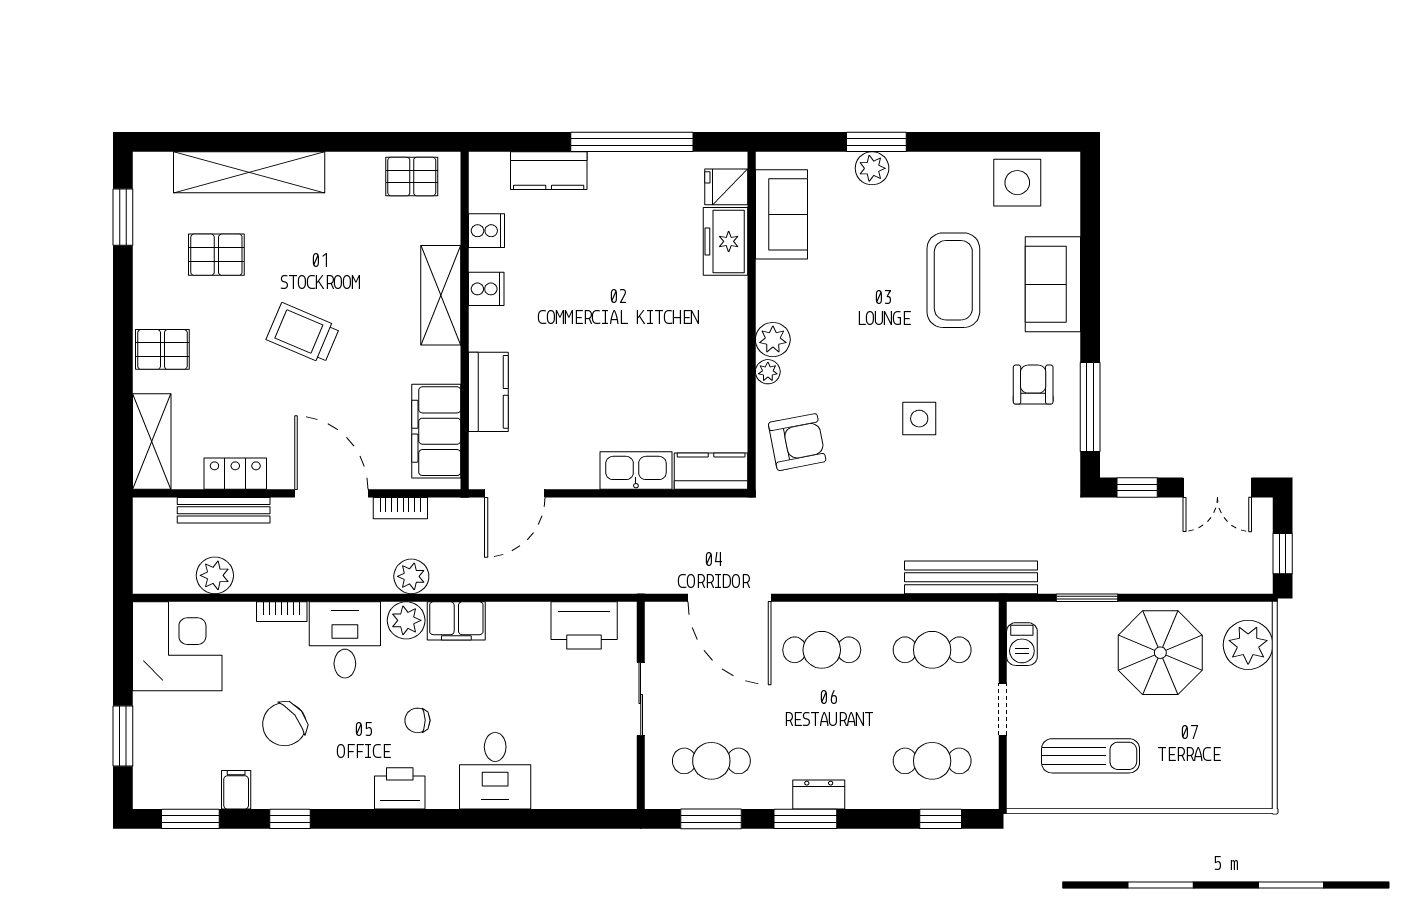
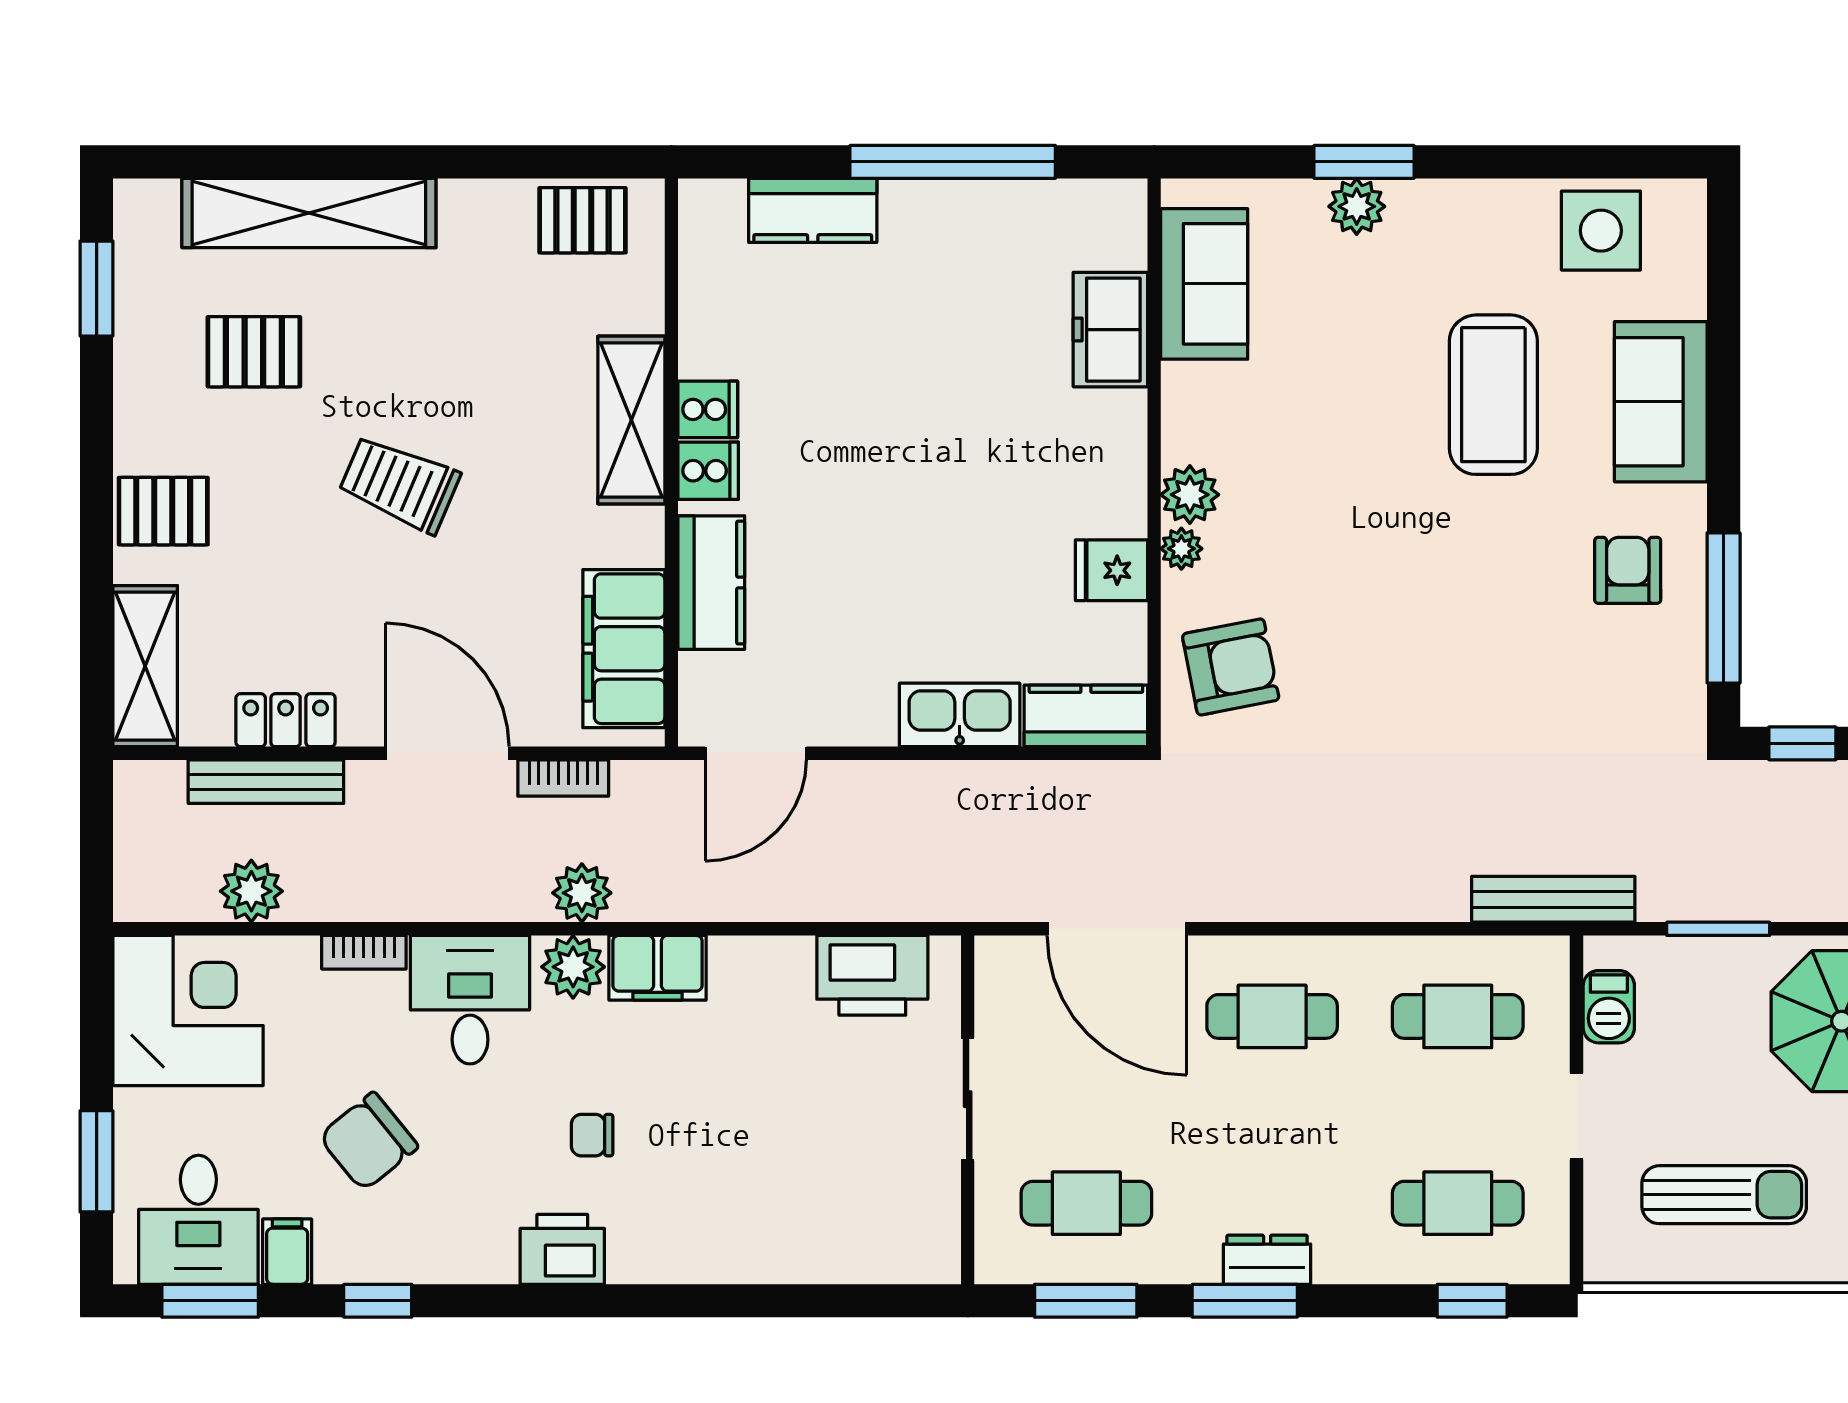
fridge: (726, 187) -> (1111, 570), moved
cooker: (486, 231) -> (708, 471), moved
side table: (919, 419) -> (1436, 627), removed
bench: (971, 577) -> (1553, 899), width x0.73, depth x0.82
desk: (495, 771) -> (198, 1220), moved

